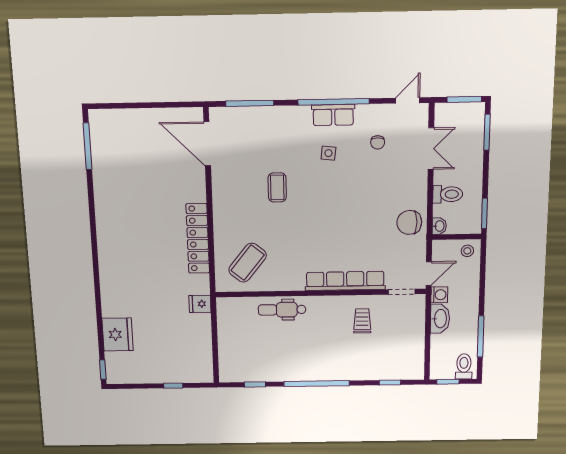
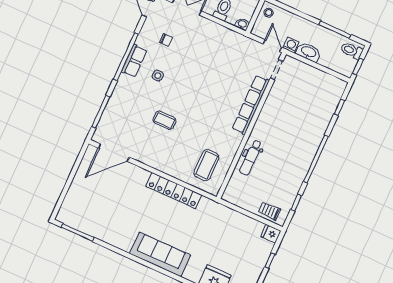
chair: (409, 222) -> (230, 43), removed
sofa: (114, 258) -> (160, 254), added
coffee table: (248, 263) -> (206, 165), turned 51
fridge: (200, 304) -> (271, 234), moved, turned 90
trolley: (362, 321) -> (269, 211), moved

